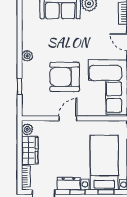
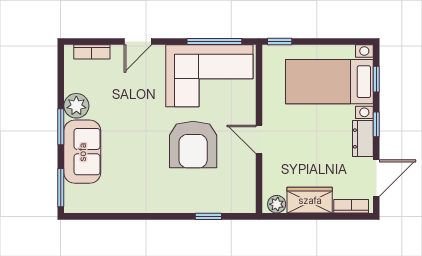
plant: (27, 56) -> (160, 204), removed

